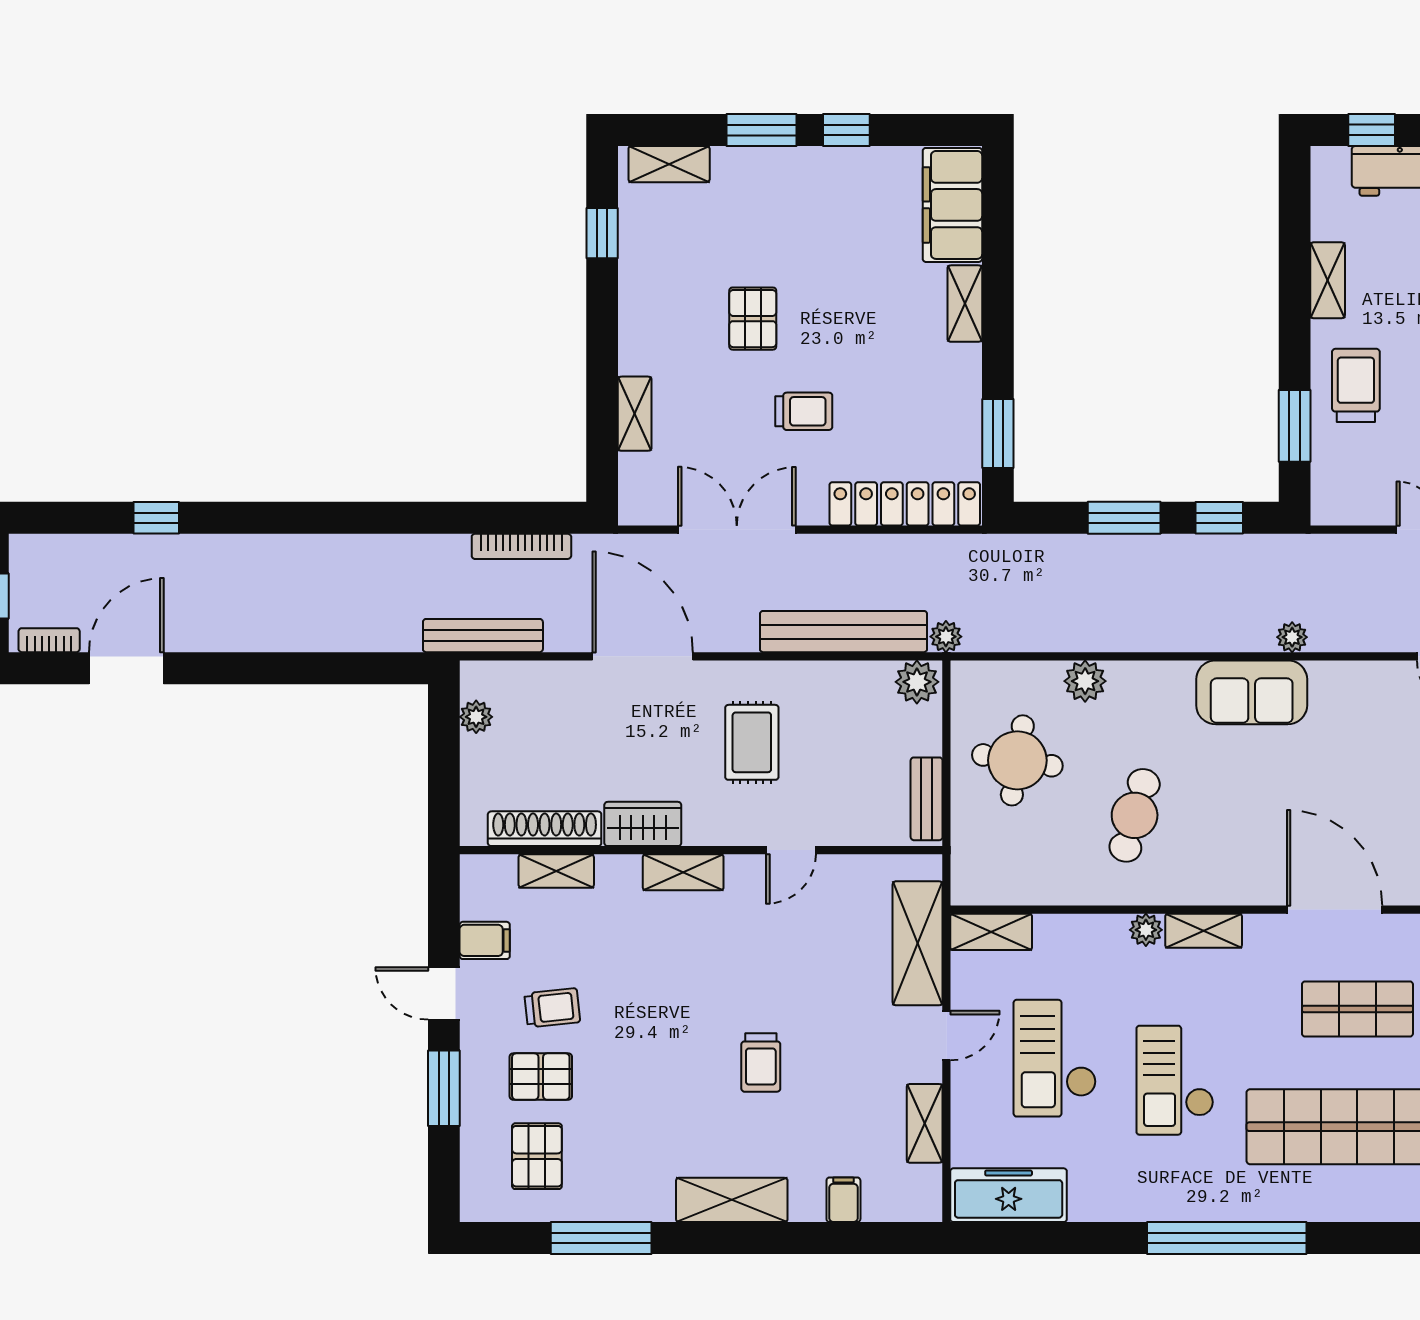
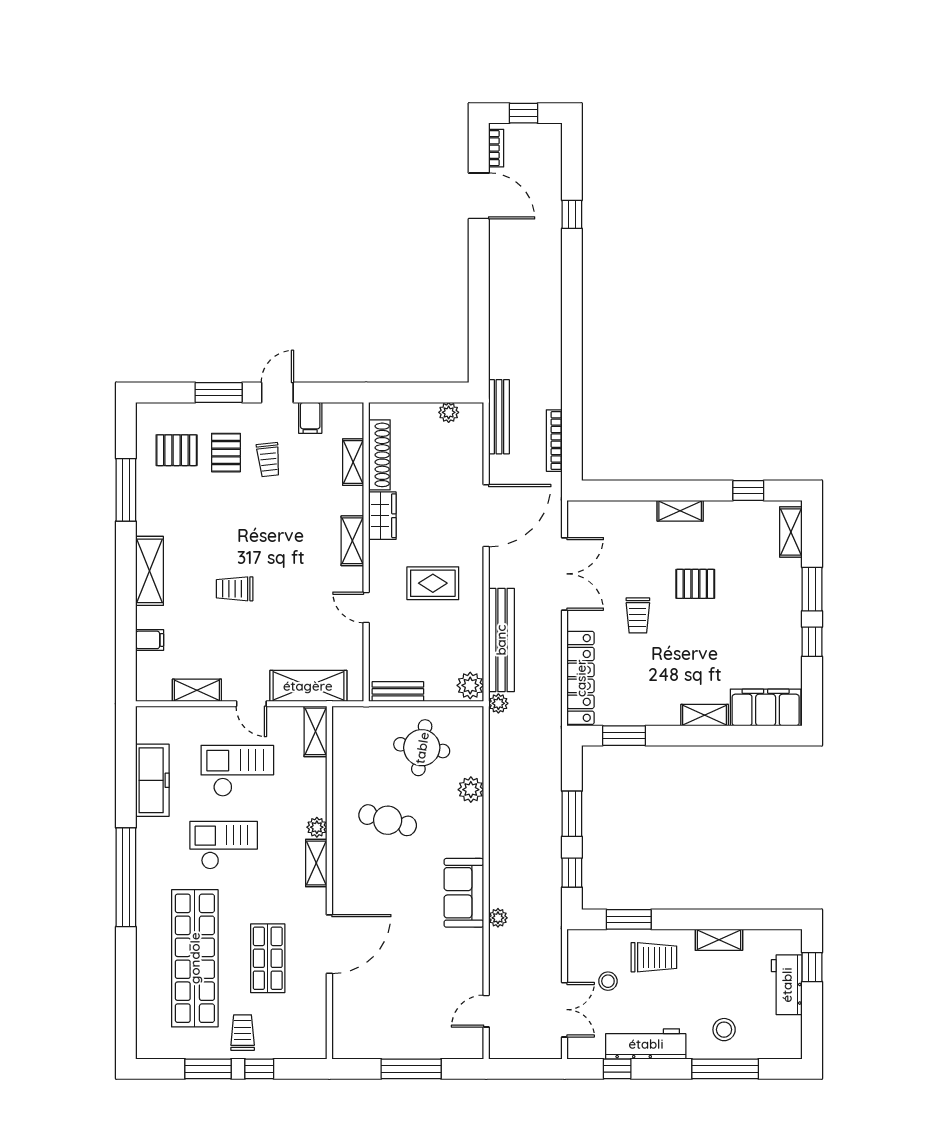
shelving: (635, 414) -> (680, 511), moved
stool: (1394, 460) -> (608, 981), added
freezer: (1009, 1195) -> (152, 780), moved

